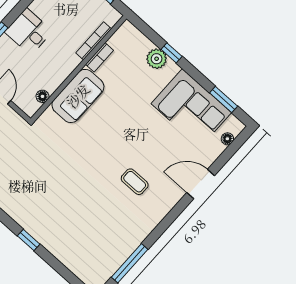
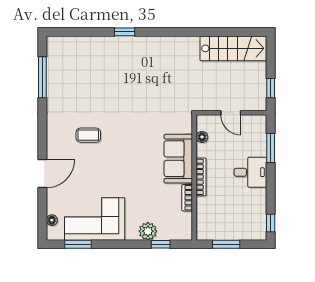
bookcase: (94, 41) -> (201, 177), moved
window: (172, 53) -> (161, 244), moved

